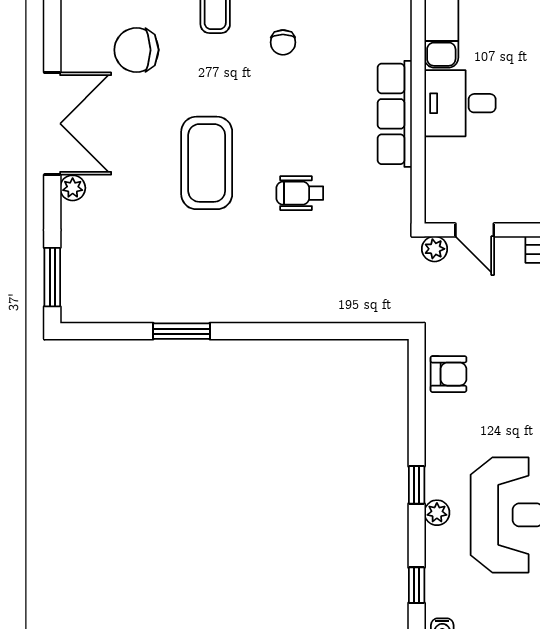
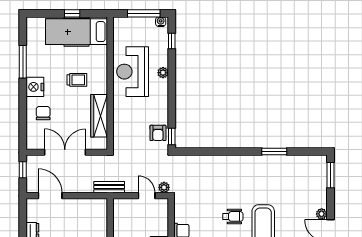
wheelchair: (300, 193) -> (233, 216), moved
armchair: (449, 374) -> (158, 133), turned -90
window: (417, 485) -> (172, 137), moved

